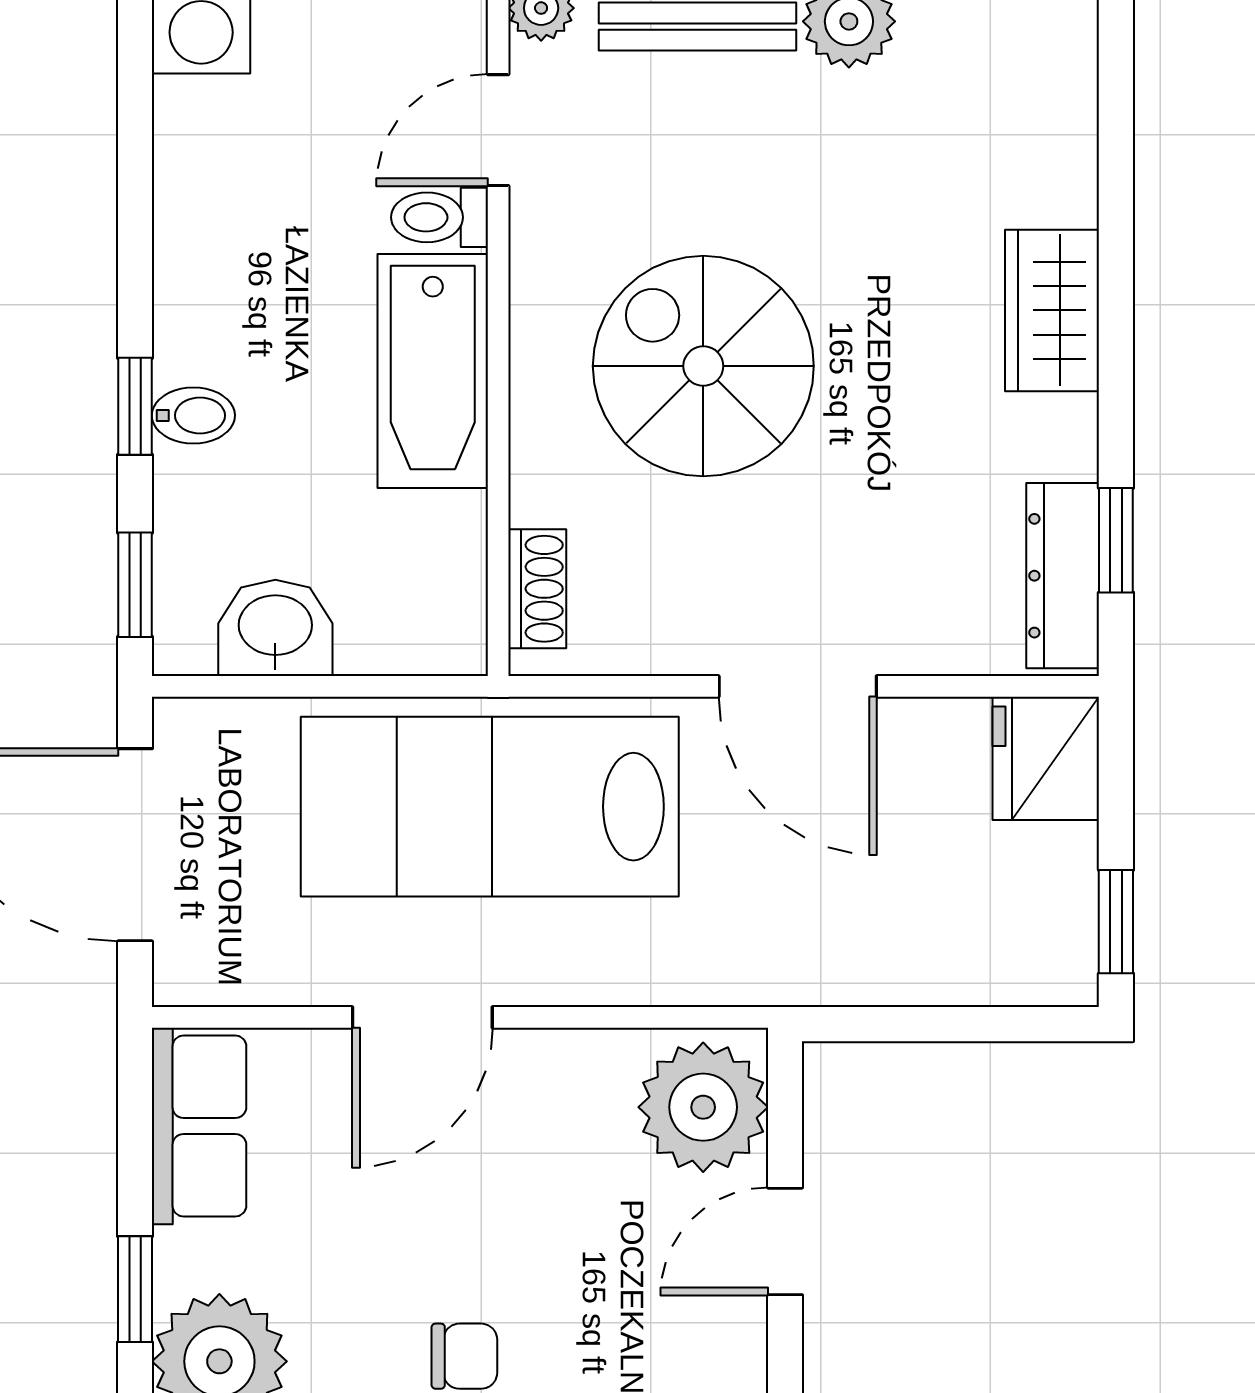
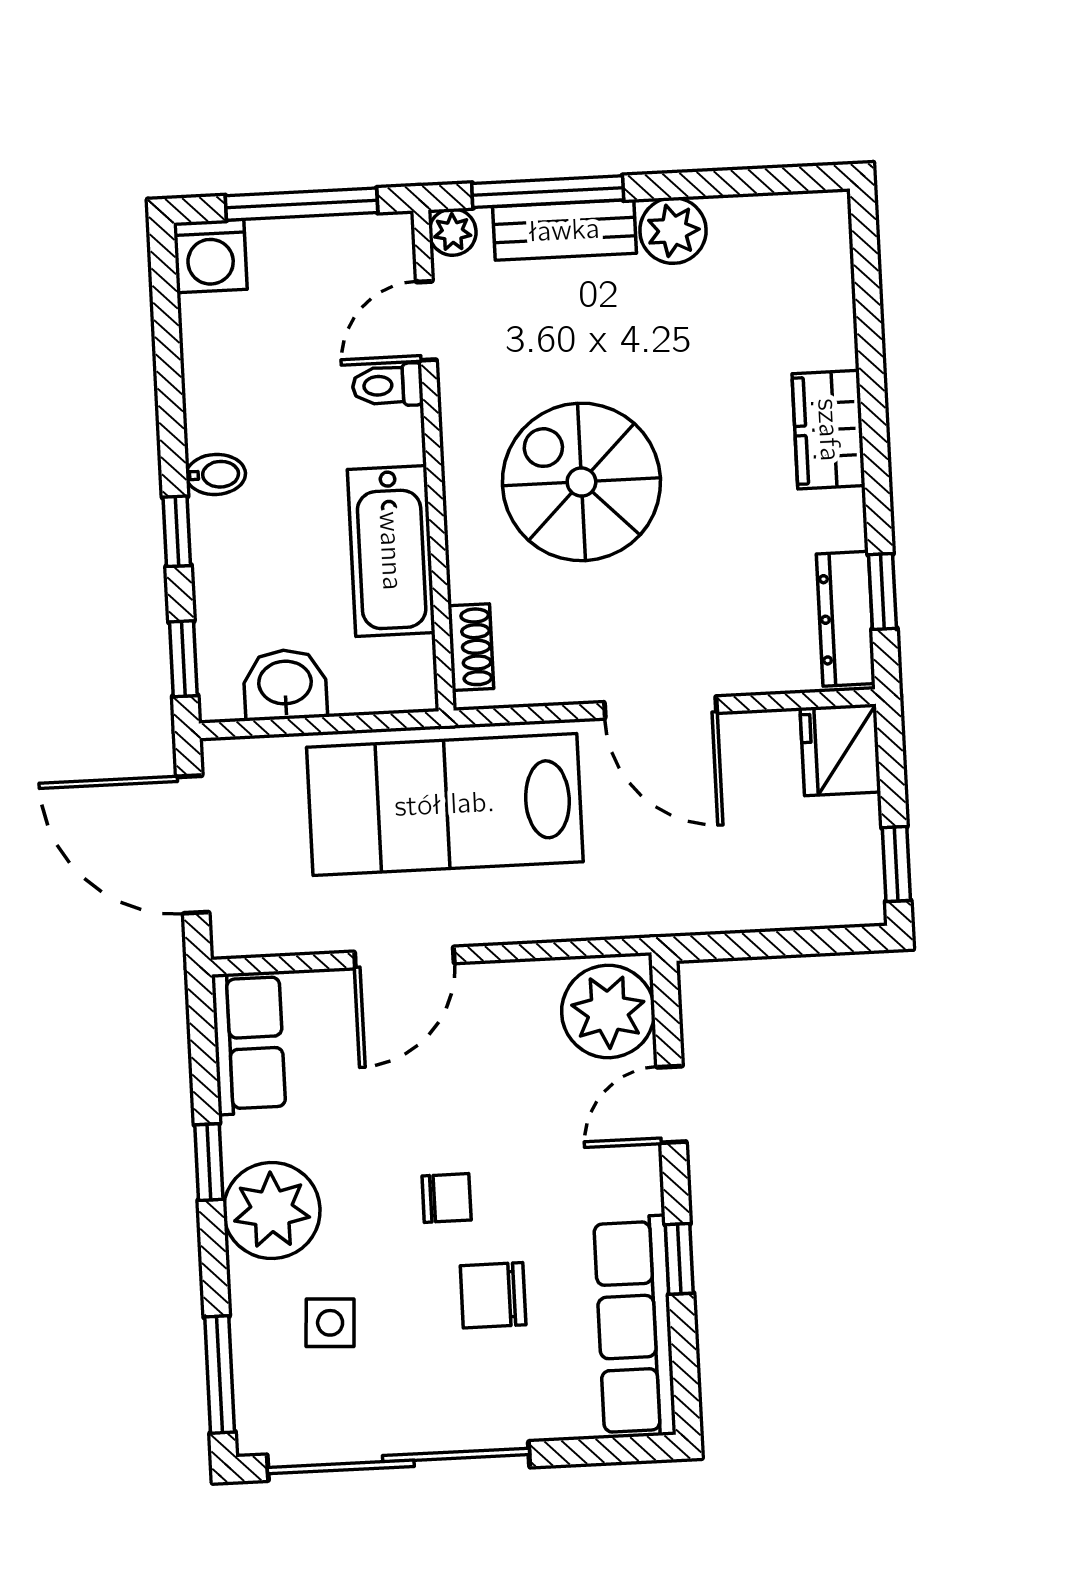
bathtub: (433, 371) -> (391, 551), moved
bidet: (193, 415) -> (216, 474), moved

